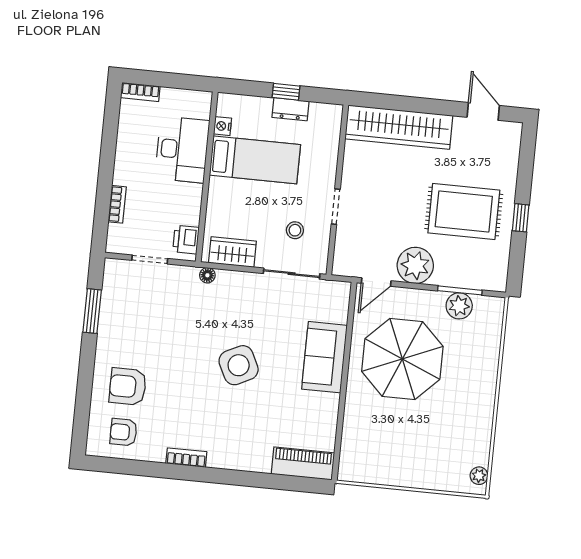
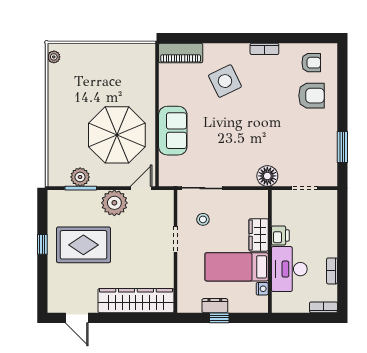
bookcase: (117, 204) -> (332, 271), moved
printer: (186, 240) -> (280, 235), moved
wardrobe: (232, 252) -> (259, 235), moved, turned 90
floor lamp: (207, 275) -> (267, 176), width x1.89, depth x1.89
side table: (239, 365) -> (225, 81), moved

